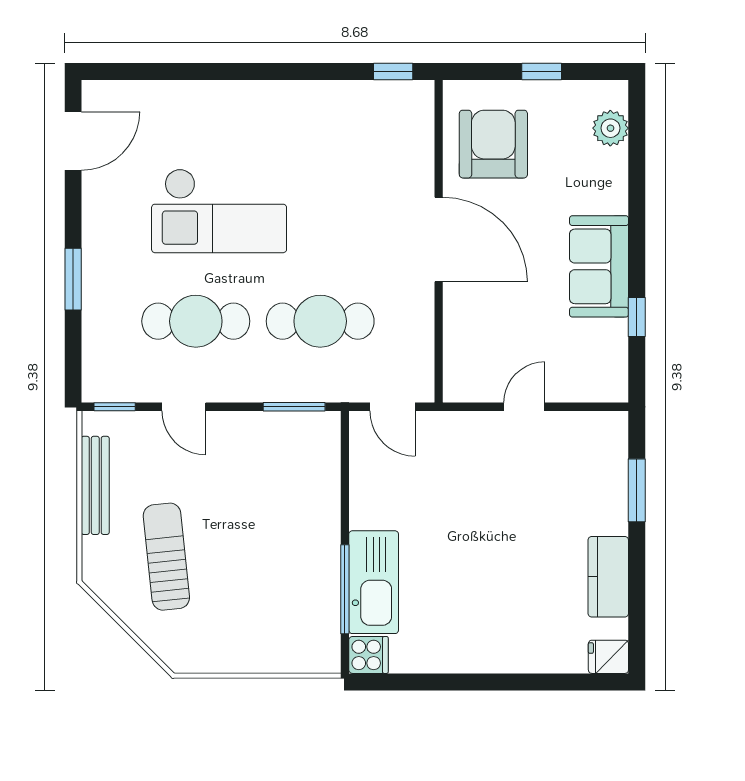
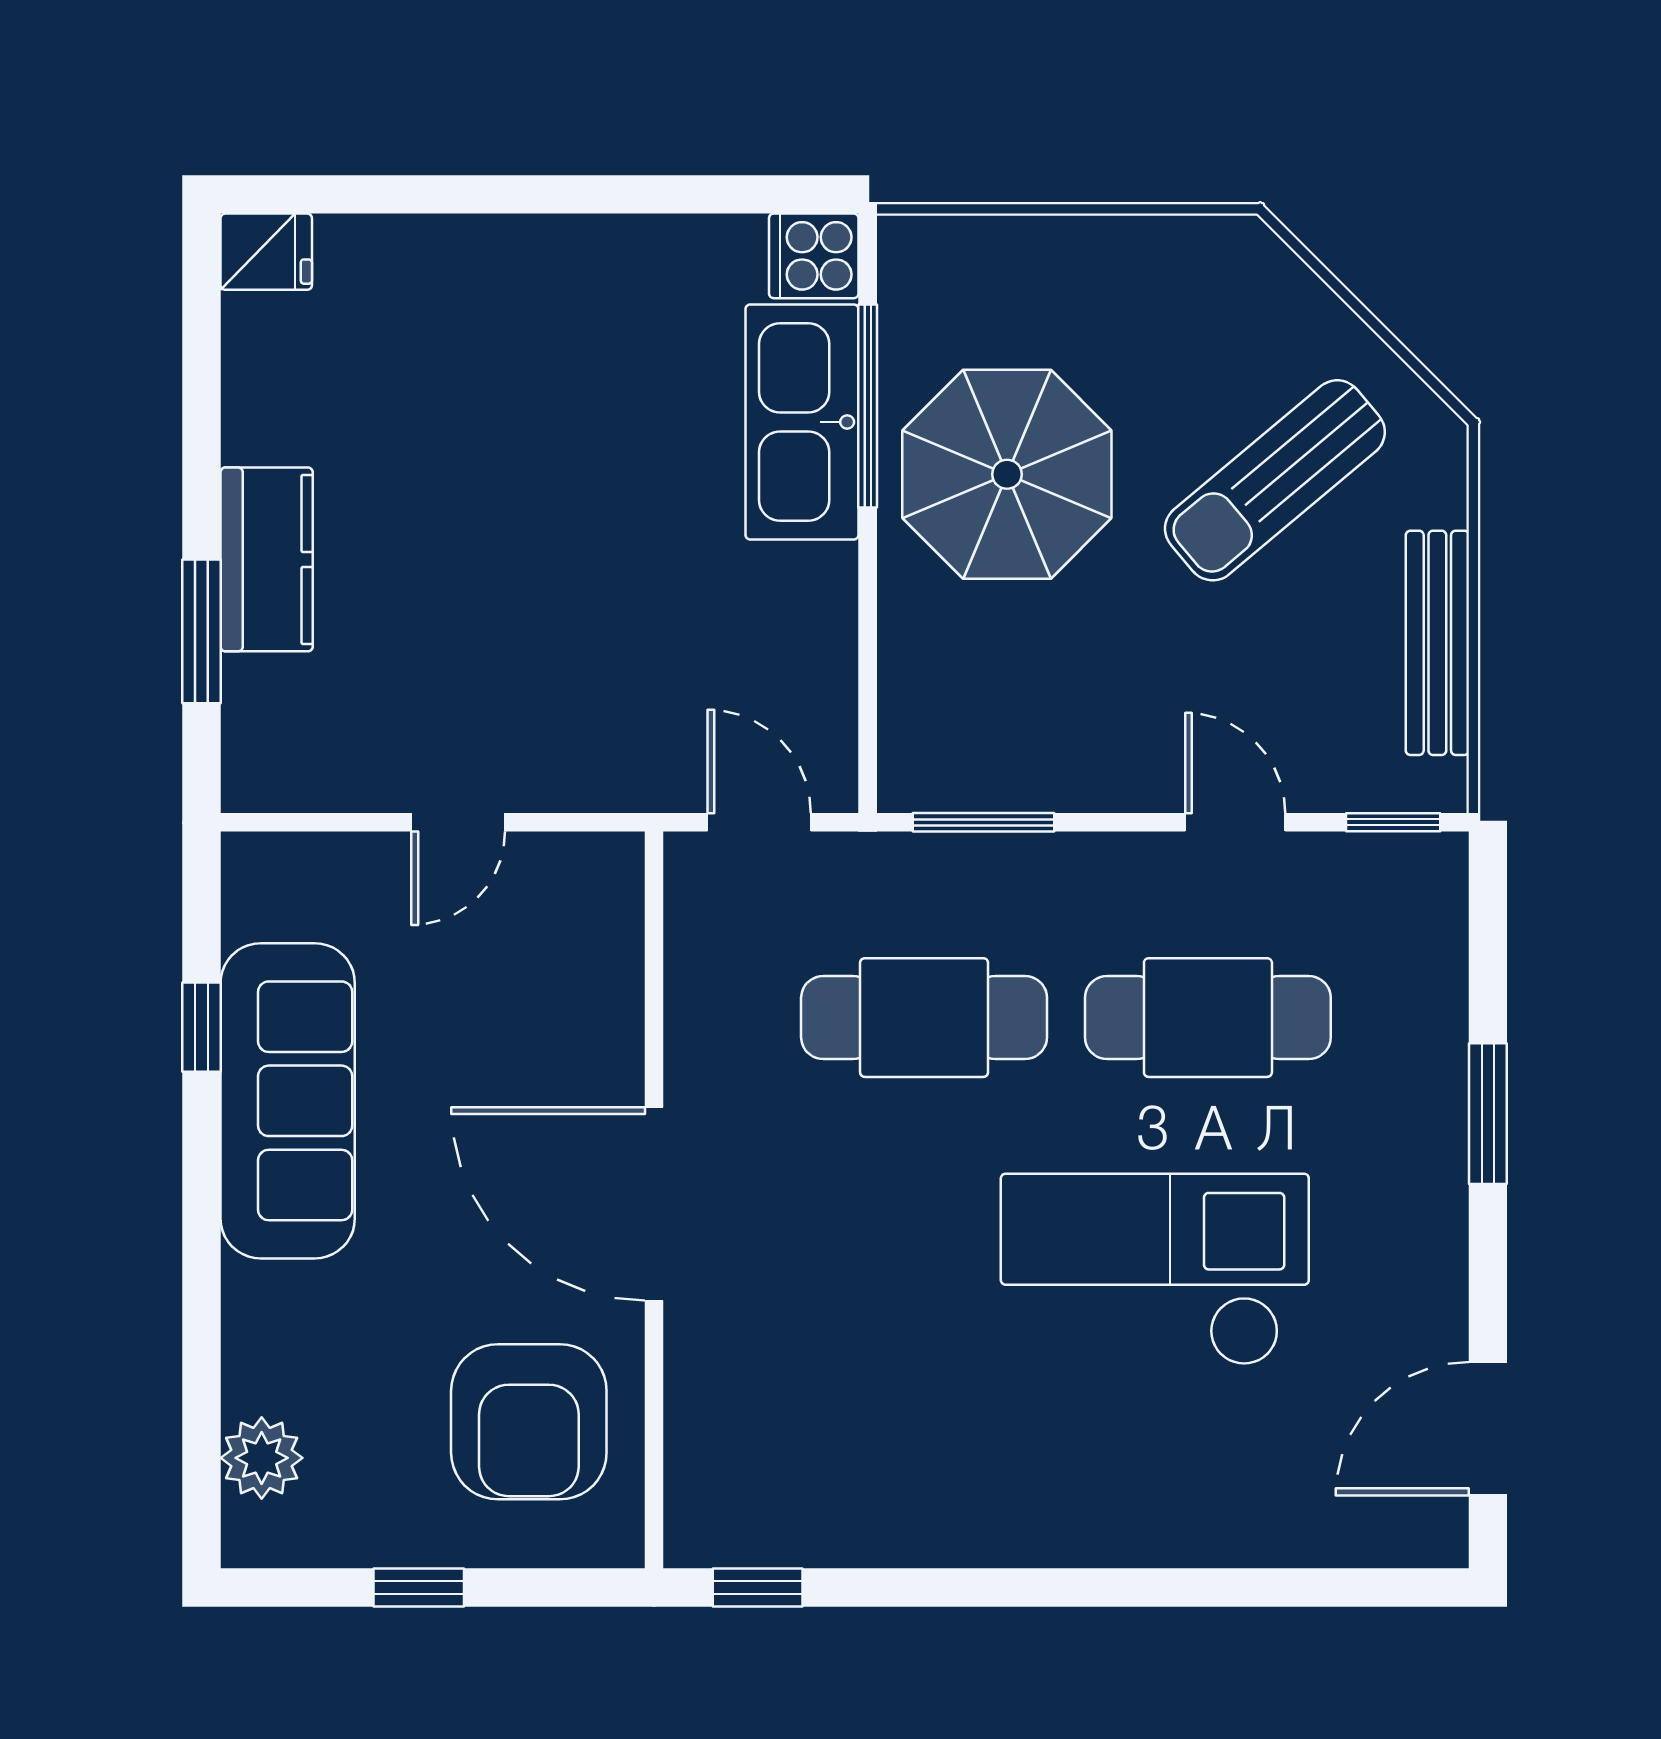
sofa: (599, 266) -> (288, 1101), width x1.36
sun lounger: (166, 557) -> (1275, 480), turned 56
parasol: (284, 559) -> (1007, 474), added
kitchen counter: (608, 577) -> (267, 559), moved

